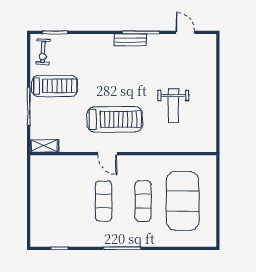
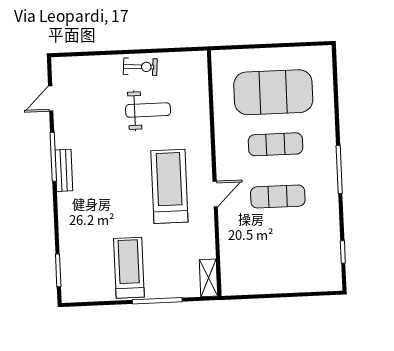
exercise bike: (43, 52) -> (140, 67), moved

